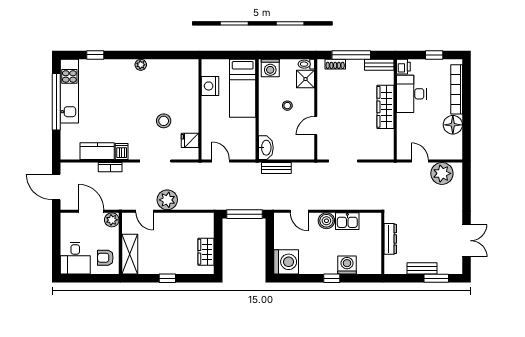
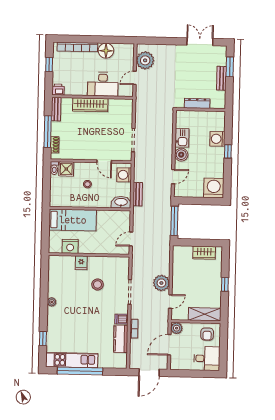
washing machine: (270, 68) -> (124, 175), moved, turned 180
desk: (411, 94) -> (103, 84), moved
fridge: (190, 140) -> (81, 263), moved

